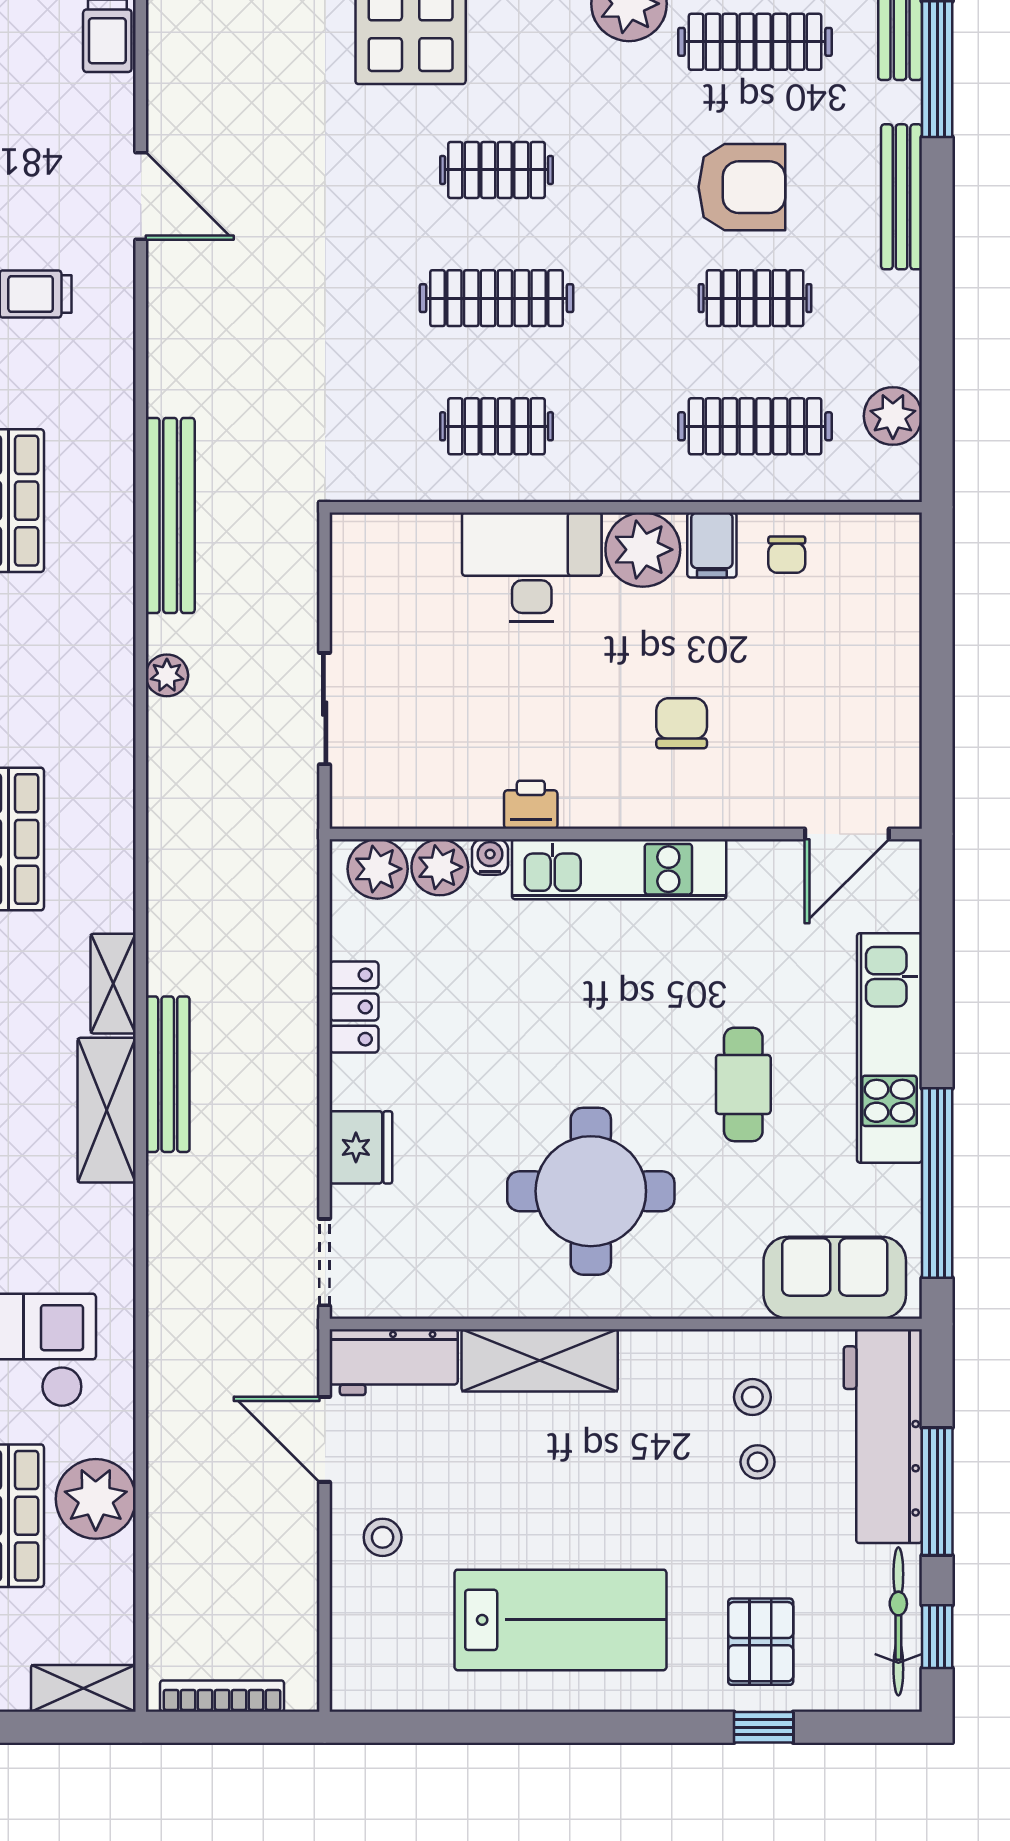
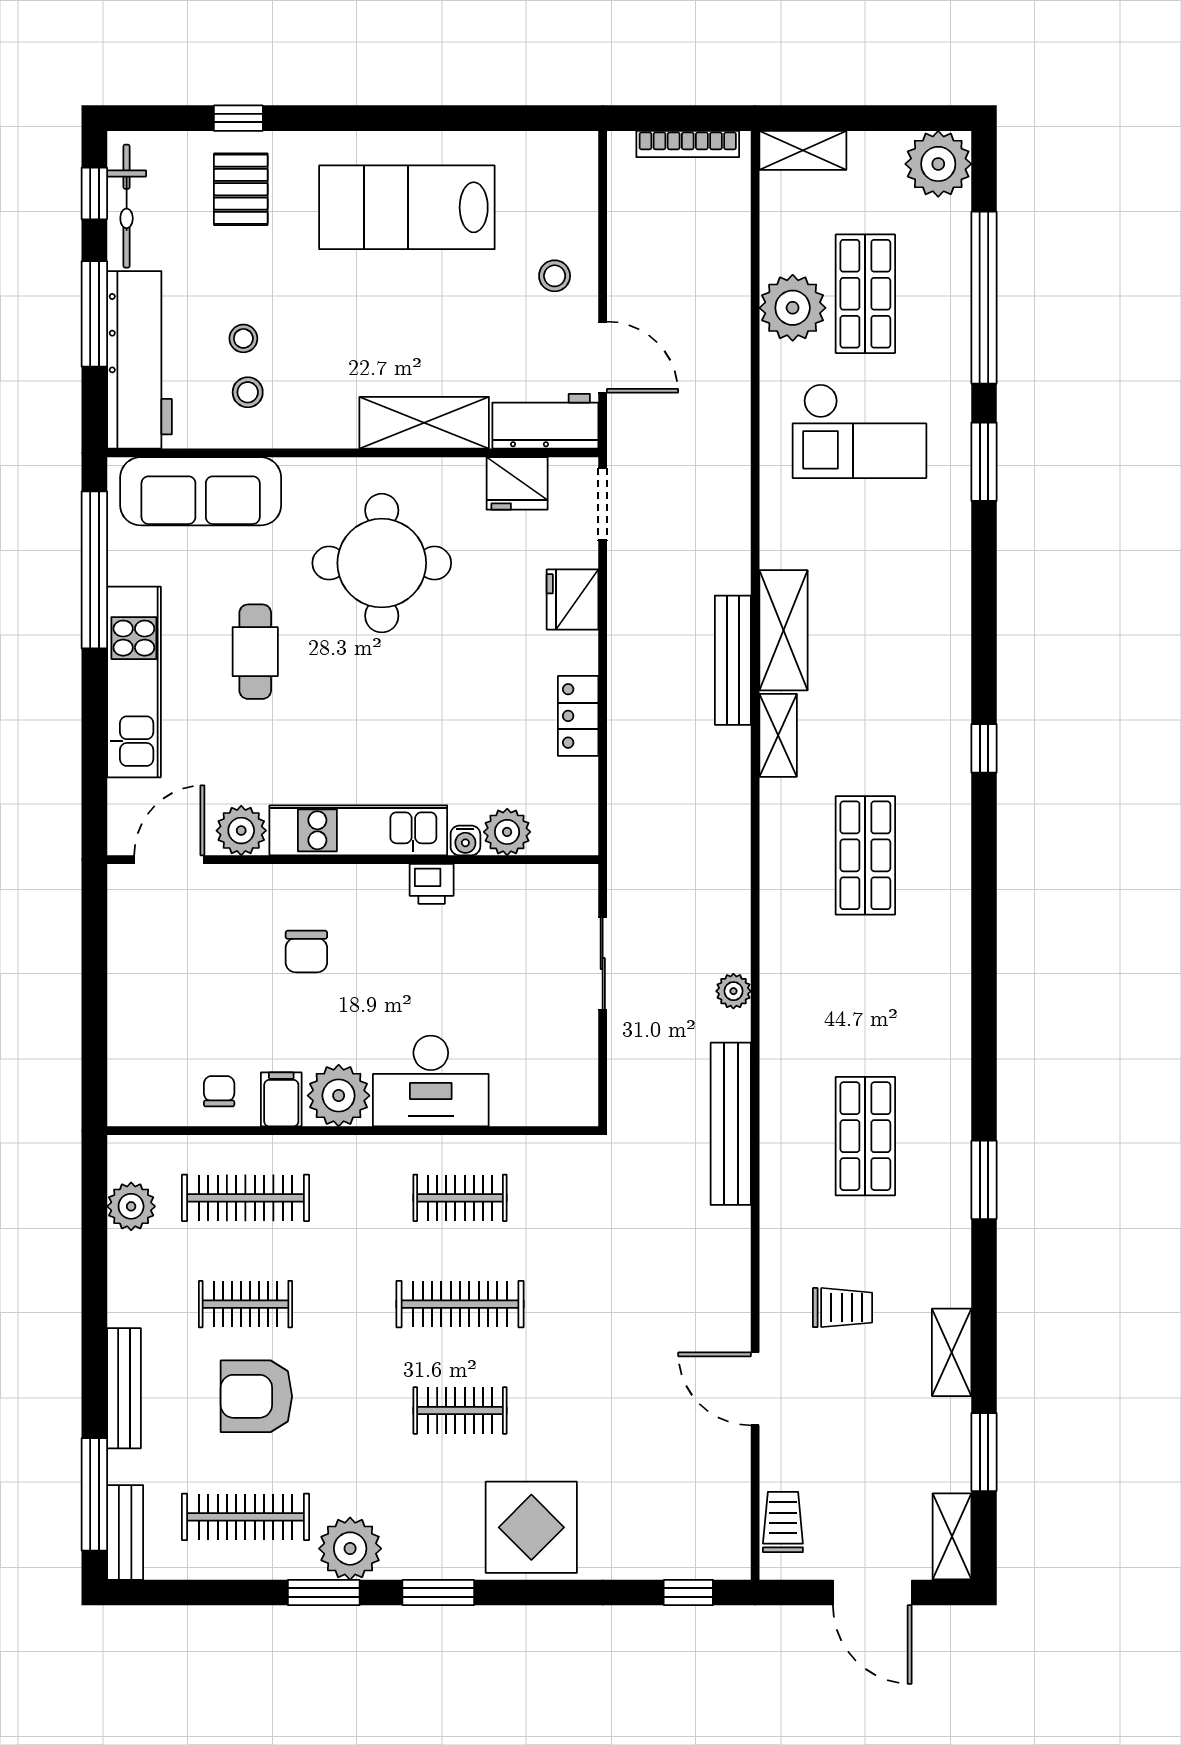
plant: (378, 869) -> (241, 831), moved
sofa: (835, 1278) -> (201, 491), width x1.36
fridge: (428, 1287) -> (517, 483), added

